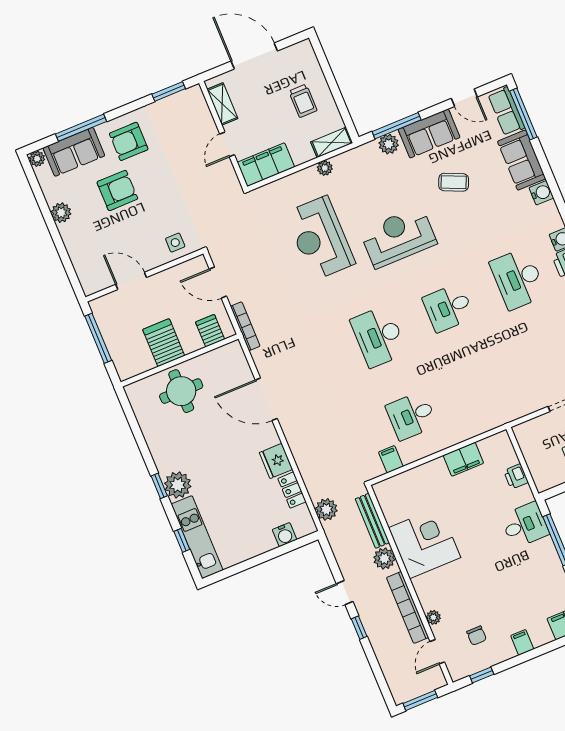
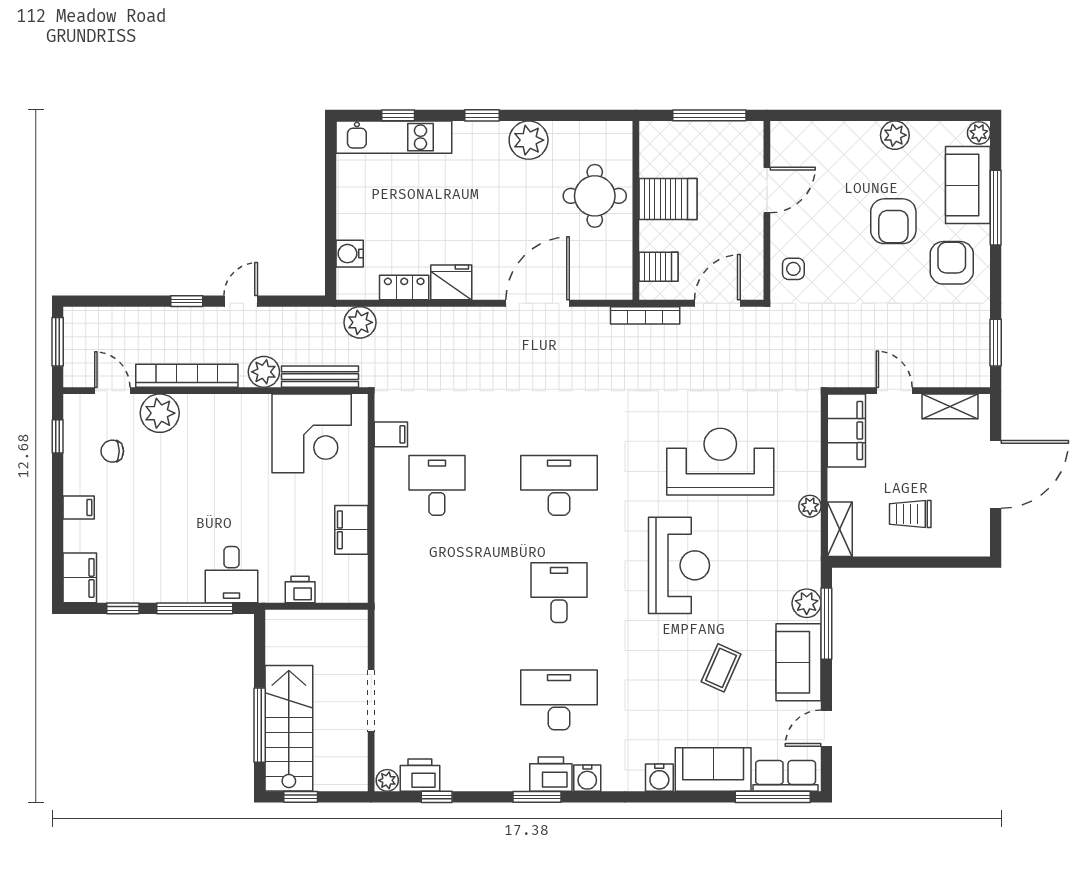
plant: (178, 485) -> (529, 140), moved
corner desk: (425, 543) -> (312, 433), moved
plant: (433, 617) -> (160, 413), width x1.88, depth x1.88

